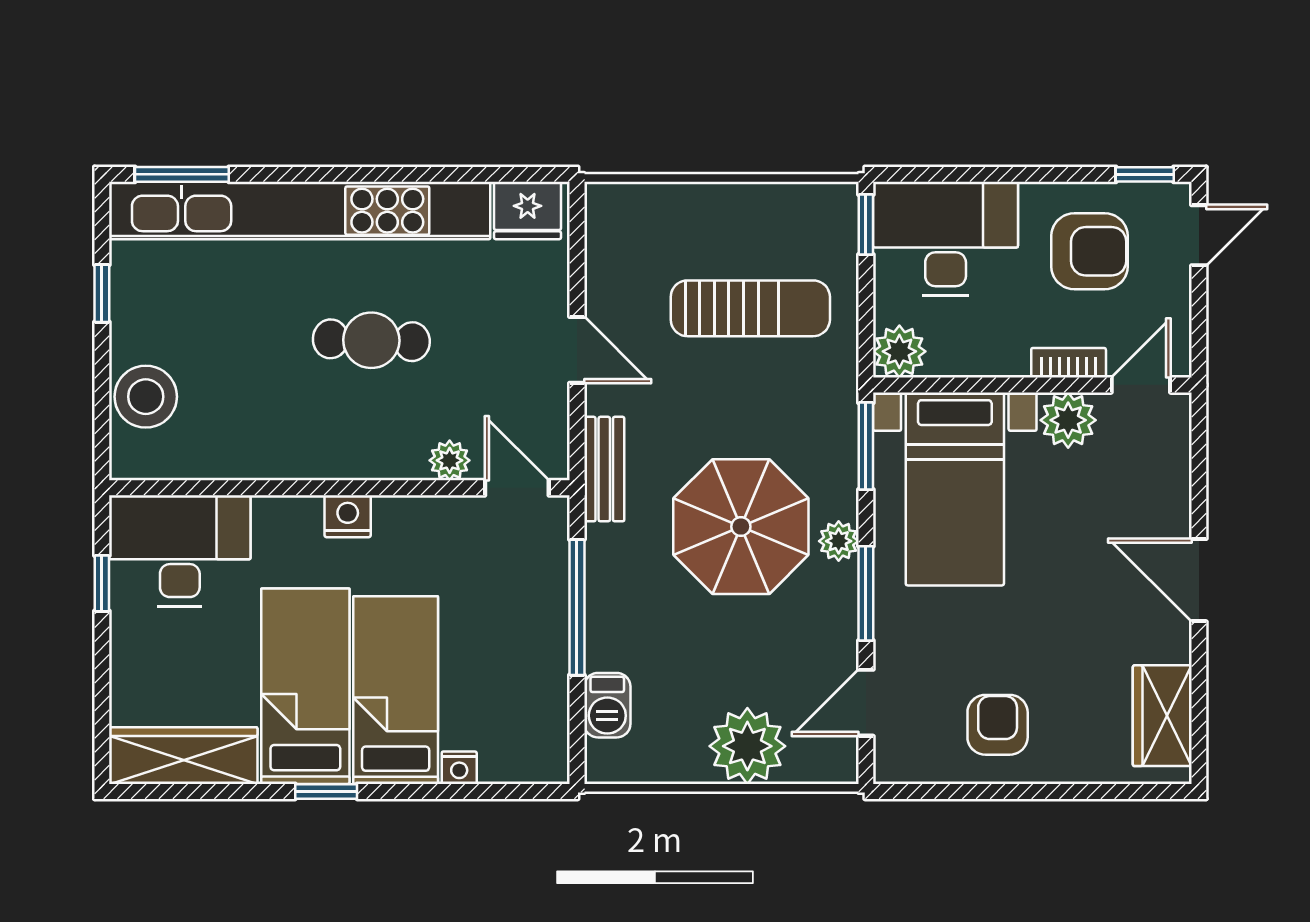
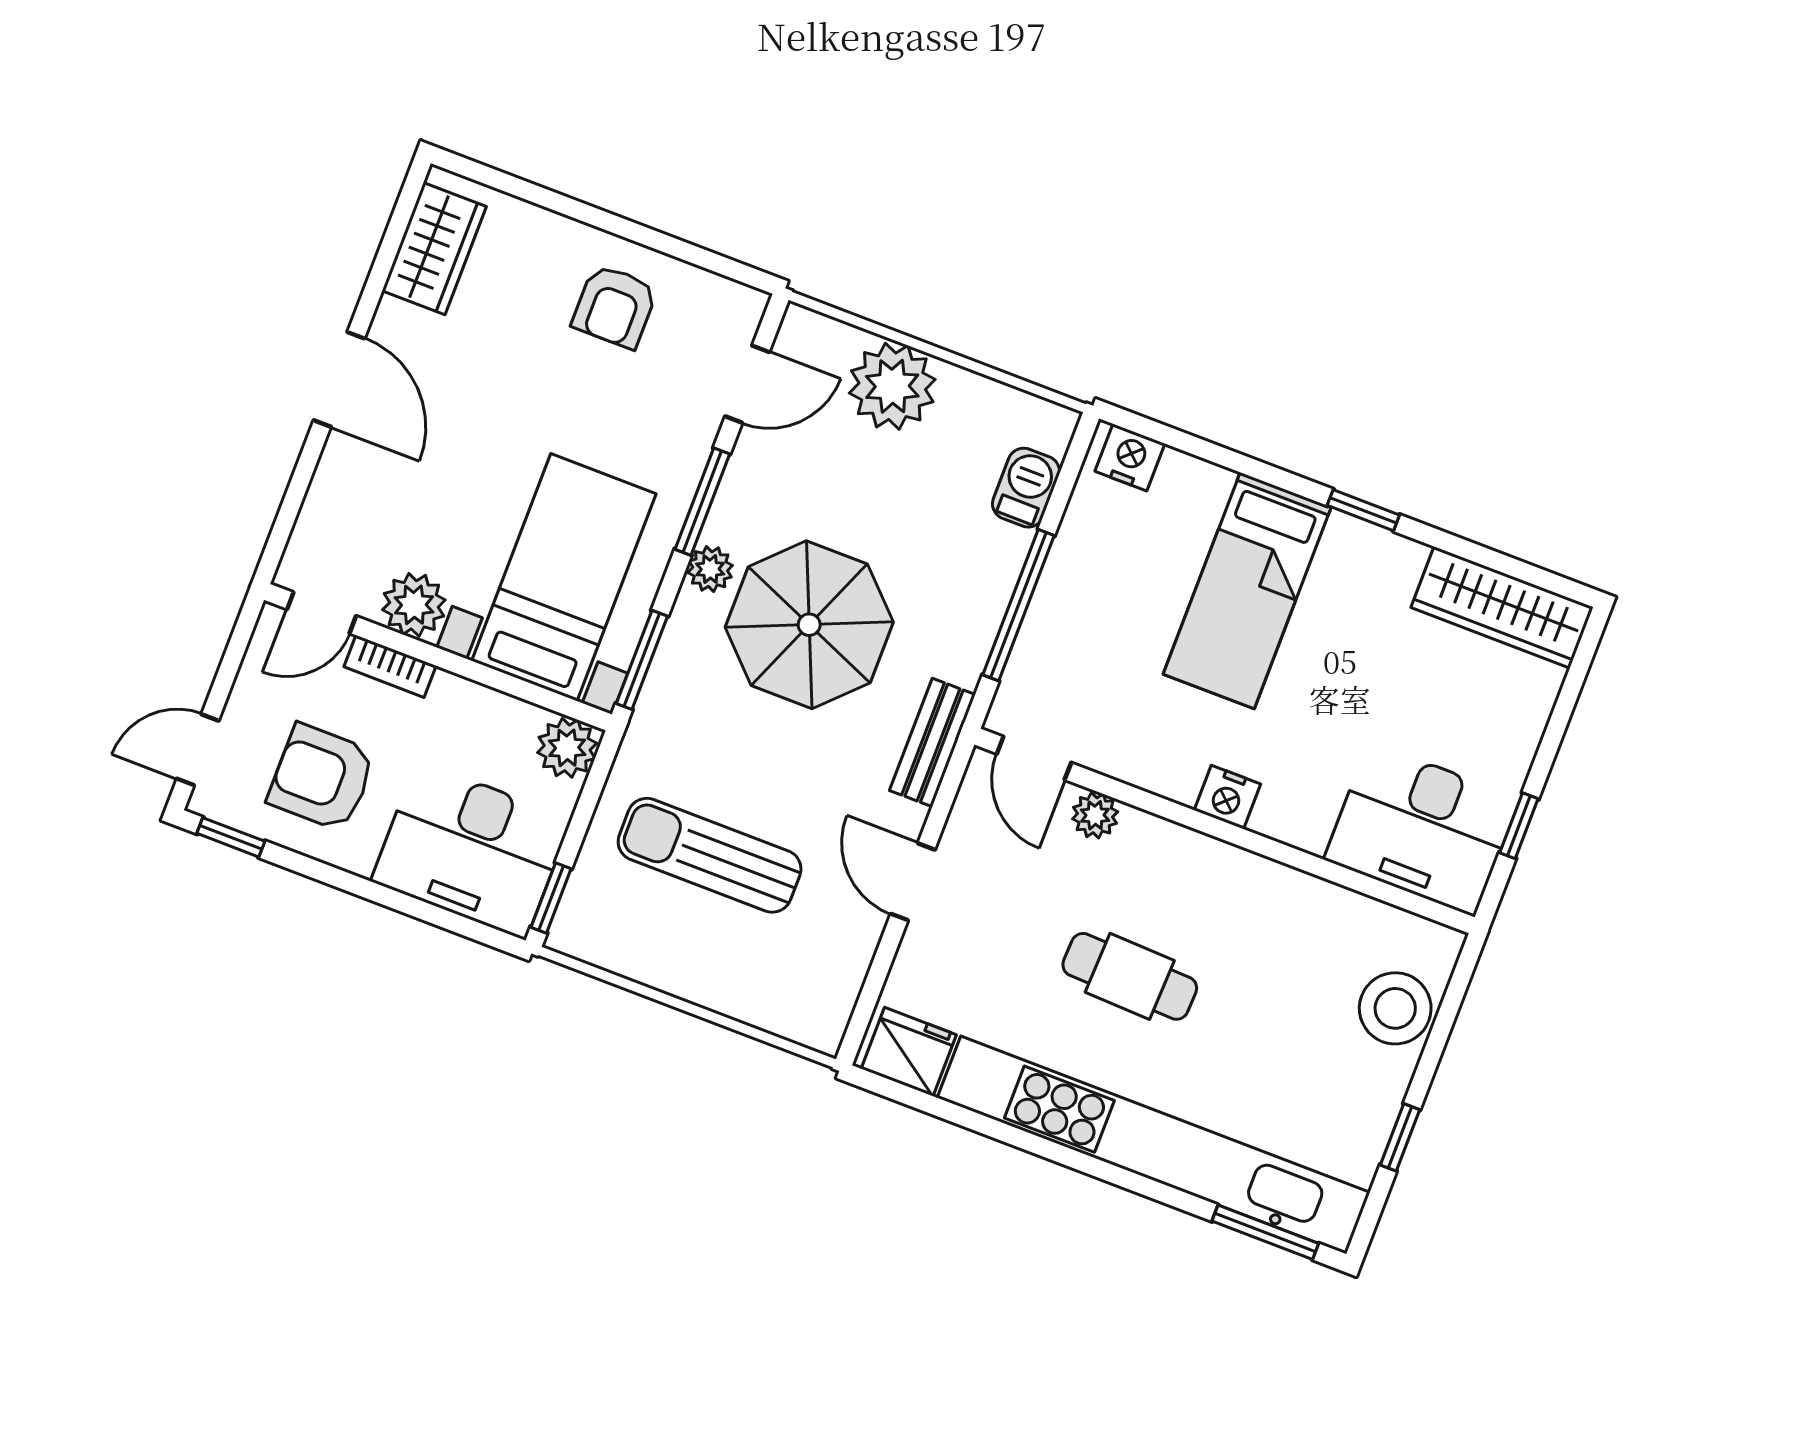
bed: (305, 686) -> (1343, 632), removed
nightstand: (459, 768) -> (1130, 457), moved, width x1.39, depth x1.35

